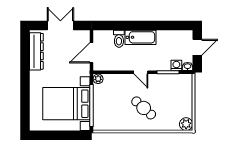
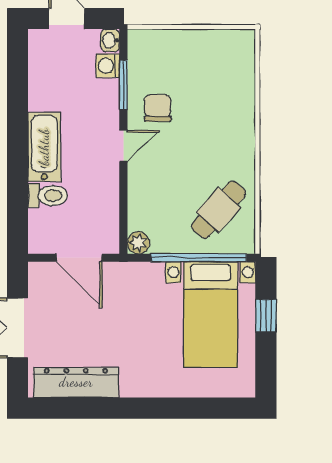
chair: (158, 87) -> (158, 108), added
bed with nightstands: (66, 104) -> (211, 315), width x0.73
cafe table: (144, 108) -> (219, 210), moved
plant: (186, 124) -> (241, 44), removed
window: (66, 135) -> (266, 316), added

